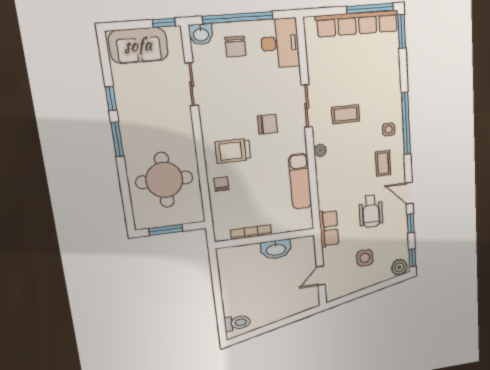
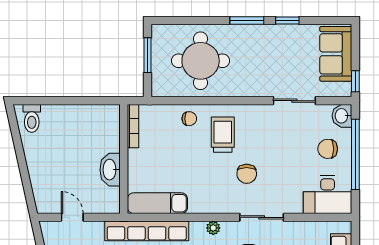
exam couch: (300, 181) -> (157, 203), moved
row of seats: (329, 228) -> (147, 231), width x2.02
bookcase: (251, 232) -> (133, 126), moved

